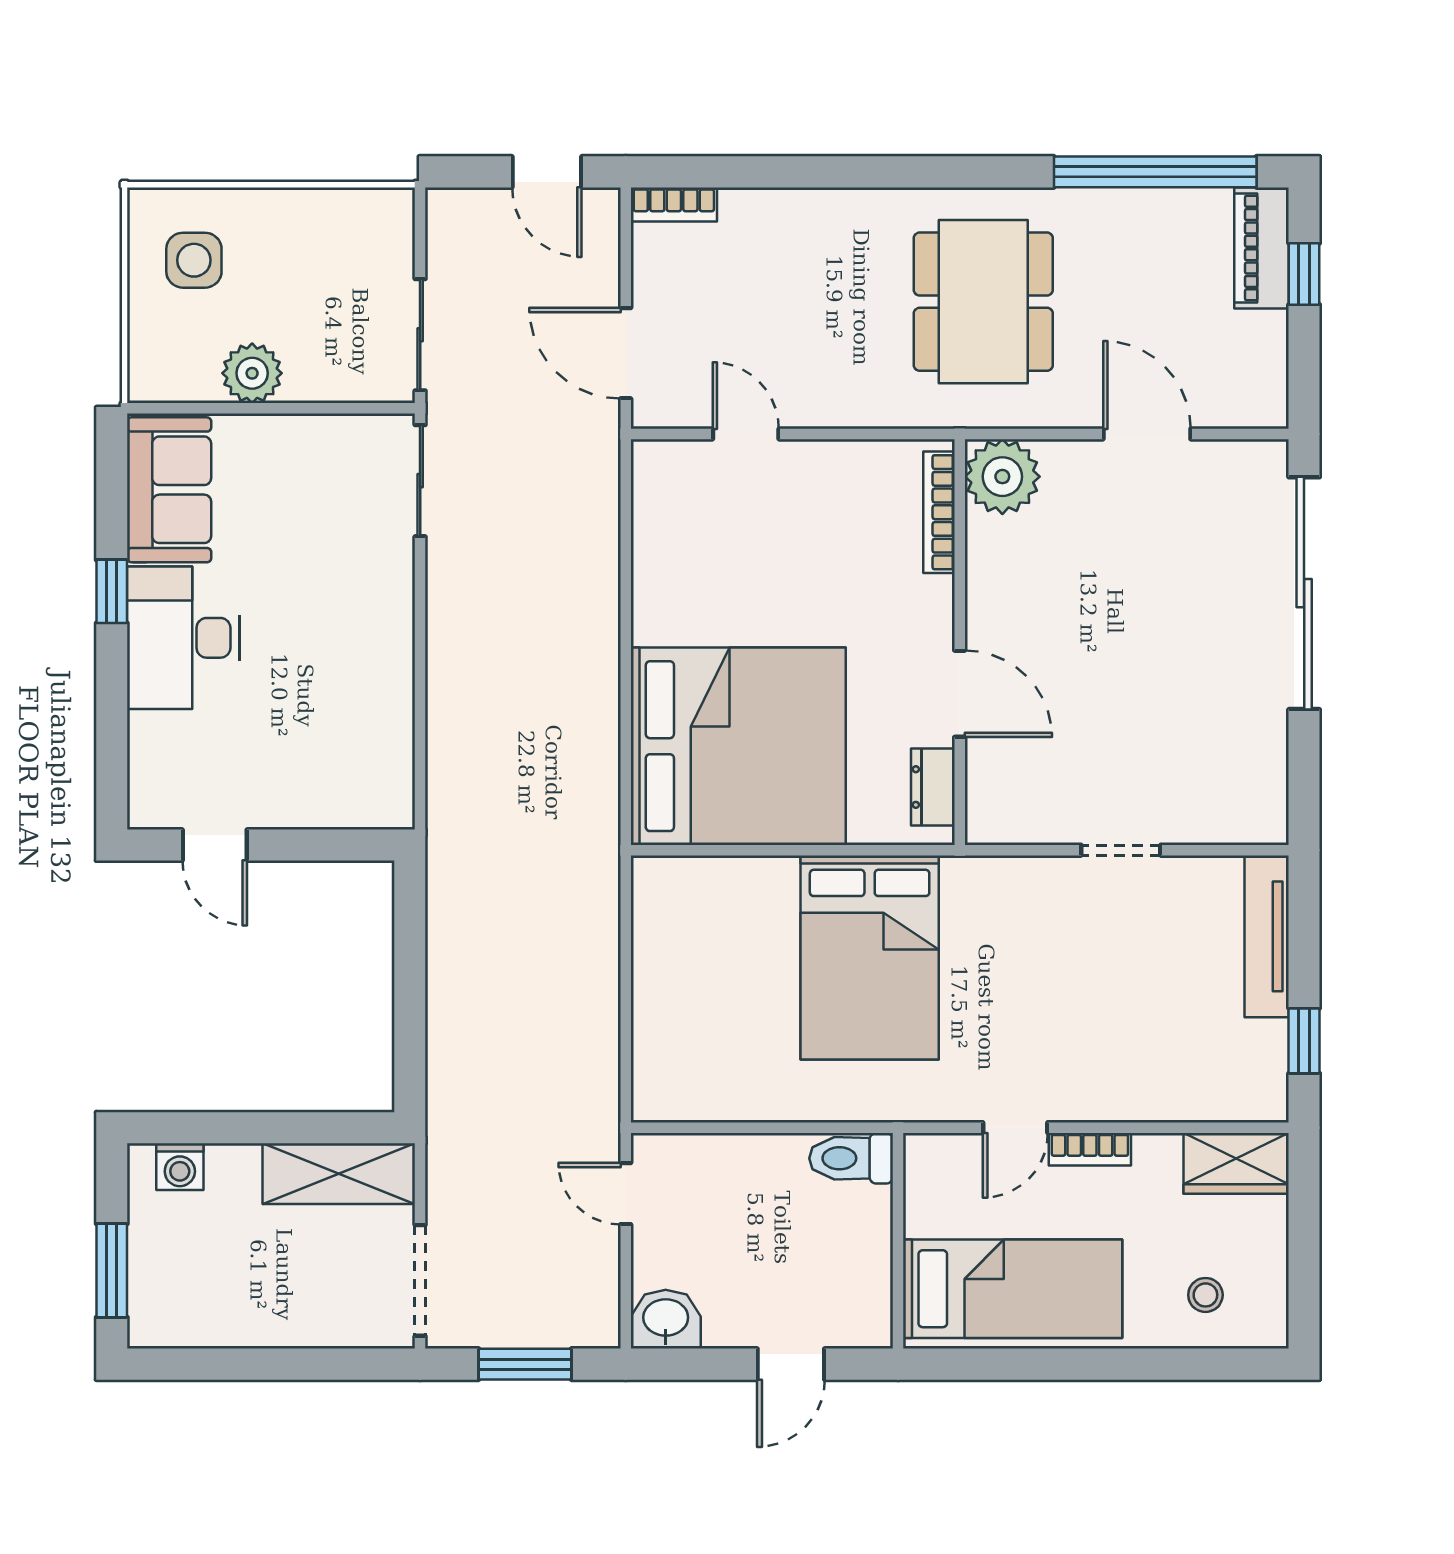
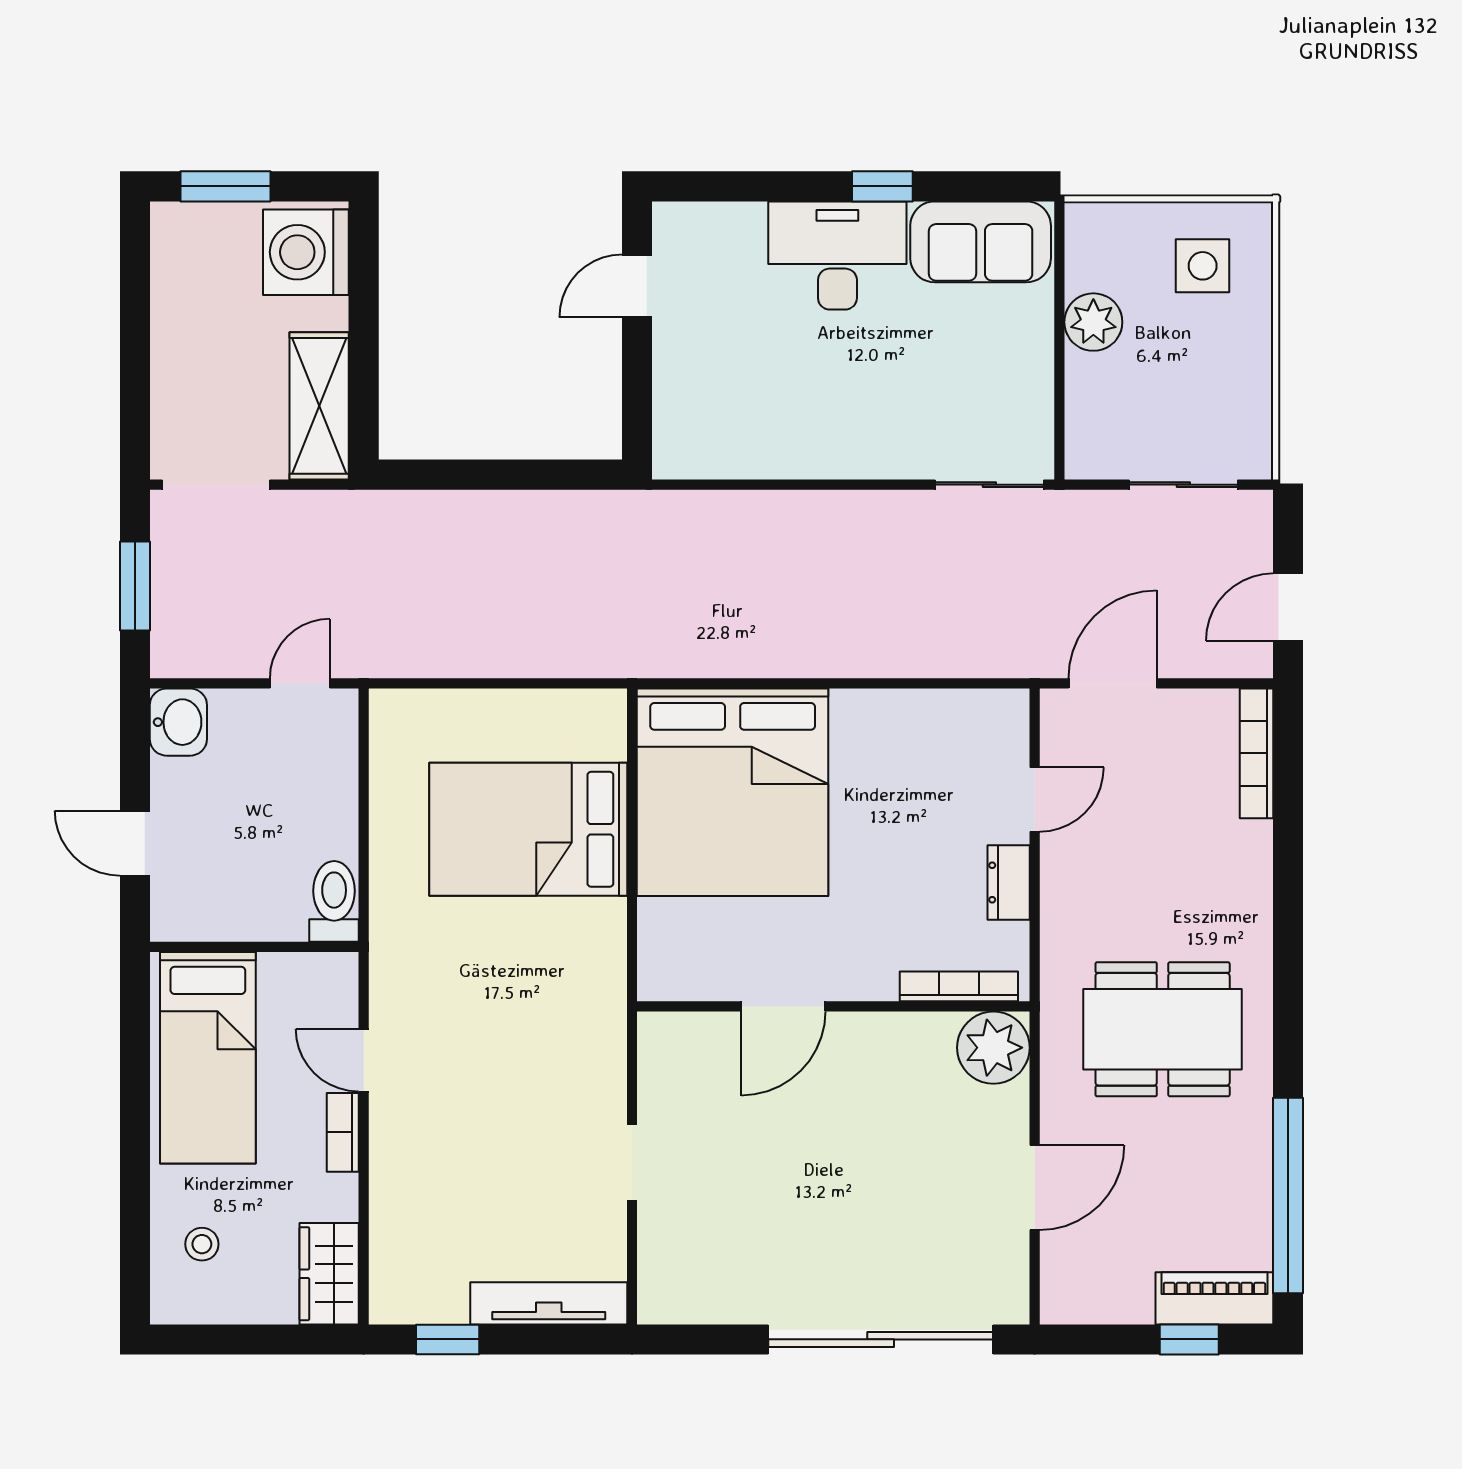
bookcase: (674, 204) -> (1257, 753), width x1.56
sliding door: (420, 335) -> (1183, 485), moved
dresser: (933, 787) -> (1009, 882), moved, turned -90
bed: (870, 957) -> (528, 829), moved
washing machine: (180, 1167) -> (306, 252), width x1.89, depth x1.89

